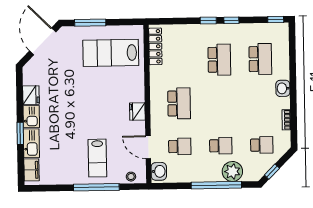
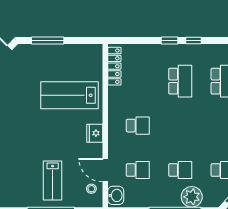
lab bench: (111, 53) -> (69, 95), moved
school desk: (179, 103) -> (138, 126), width x0.54
stool: (131, 177) -> (91, 189), moved

